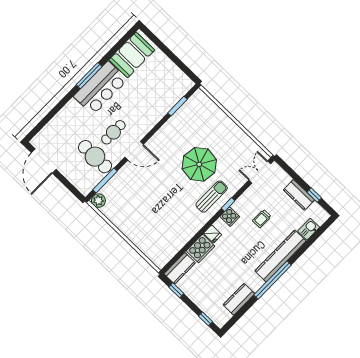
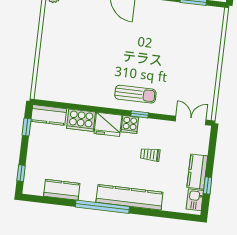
parasol: (199, 164) -> (156, 61), removed
kitchen sink: (309, 229) -> (195, 200), moved, turned -90
fridge: (213, 234) -> (108, 124), width x1.88, depth x1.34

